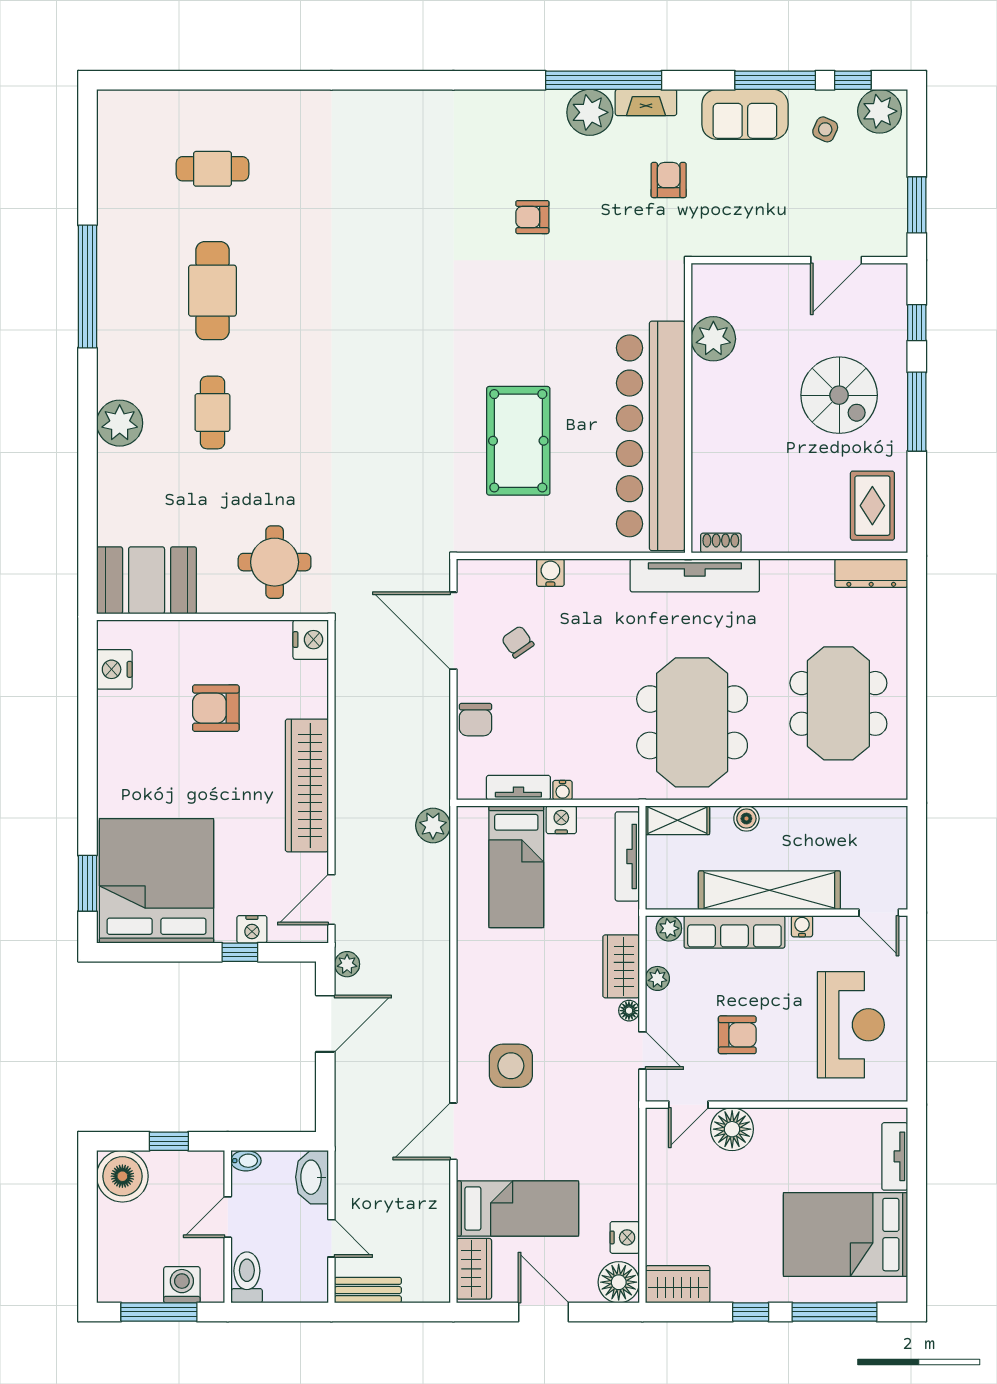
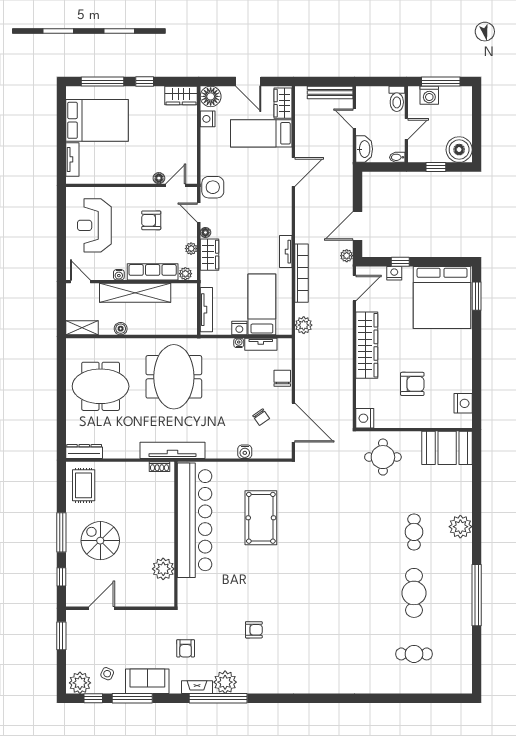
meeting table: (838, 703) -> (101, 386), turned 90
boiler: (746, 819) -> (121, 329), moved
shelving: (677, 820) -> (82, 328), moved
bookcase: (437, 929) -> (302, 273), added
tv unit: (469, 972) -> (286, 252), added
side table: (511, 1066) -> (213, 187), moved
floor lamp: (732, 1129) -> (159, 178), width x0.53, depth x0.53
bench: (368, 1290) -> (330, 93), width x1.36

